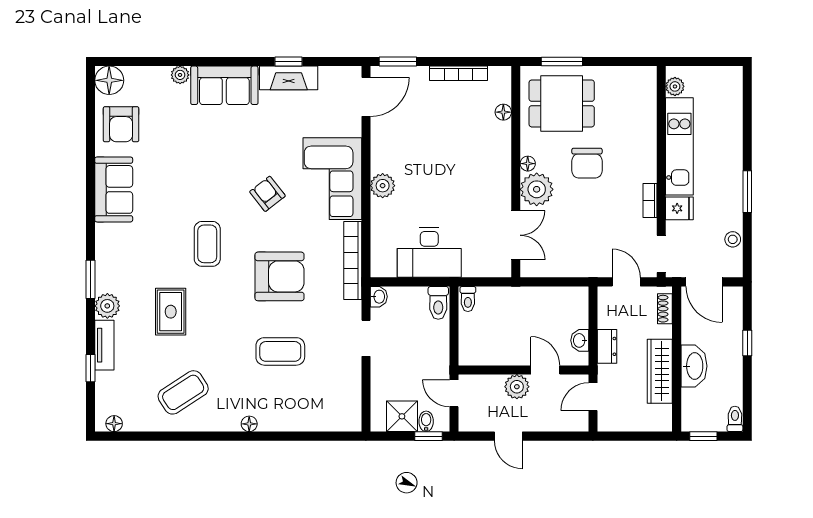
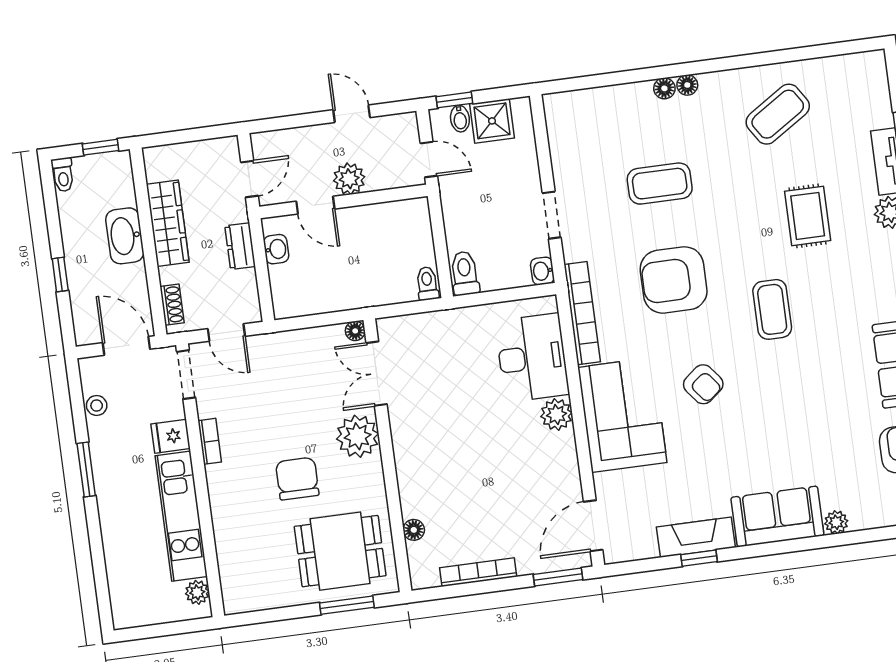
floor lamp: (528, 164) -> (355, 331), moved
desk: (429, 252) -> (532, 358), moved, turned 90
floor lamp: (114, 424) -> (664, 88), moved

